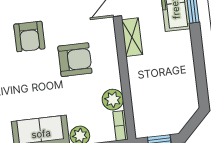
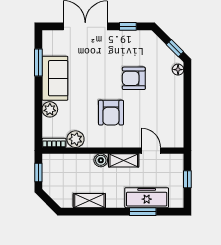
boiler: (135, 65) -> (101, 160), added
shelving: (187, 74) -> (89, 201), added

